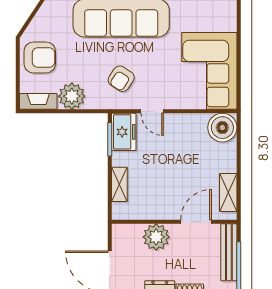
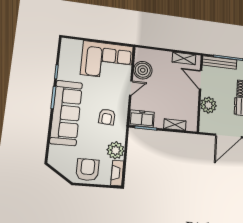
armchair: (121, 79) -> (107, 117), turned 61
door: (152, 111) -> (131, 88), moved
boiler: (222, 128) -> (143, 70), moved

